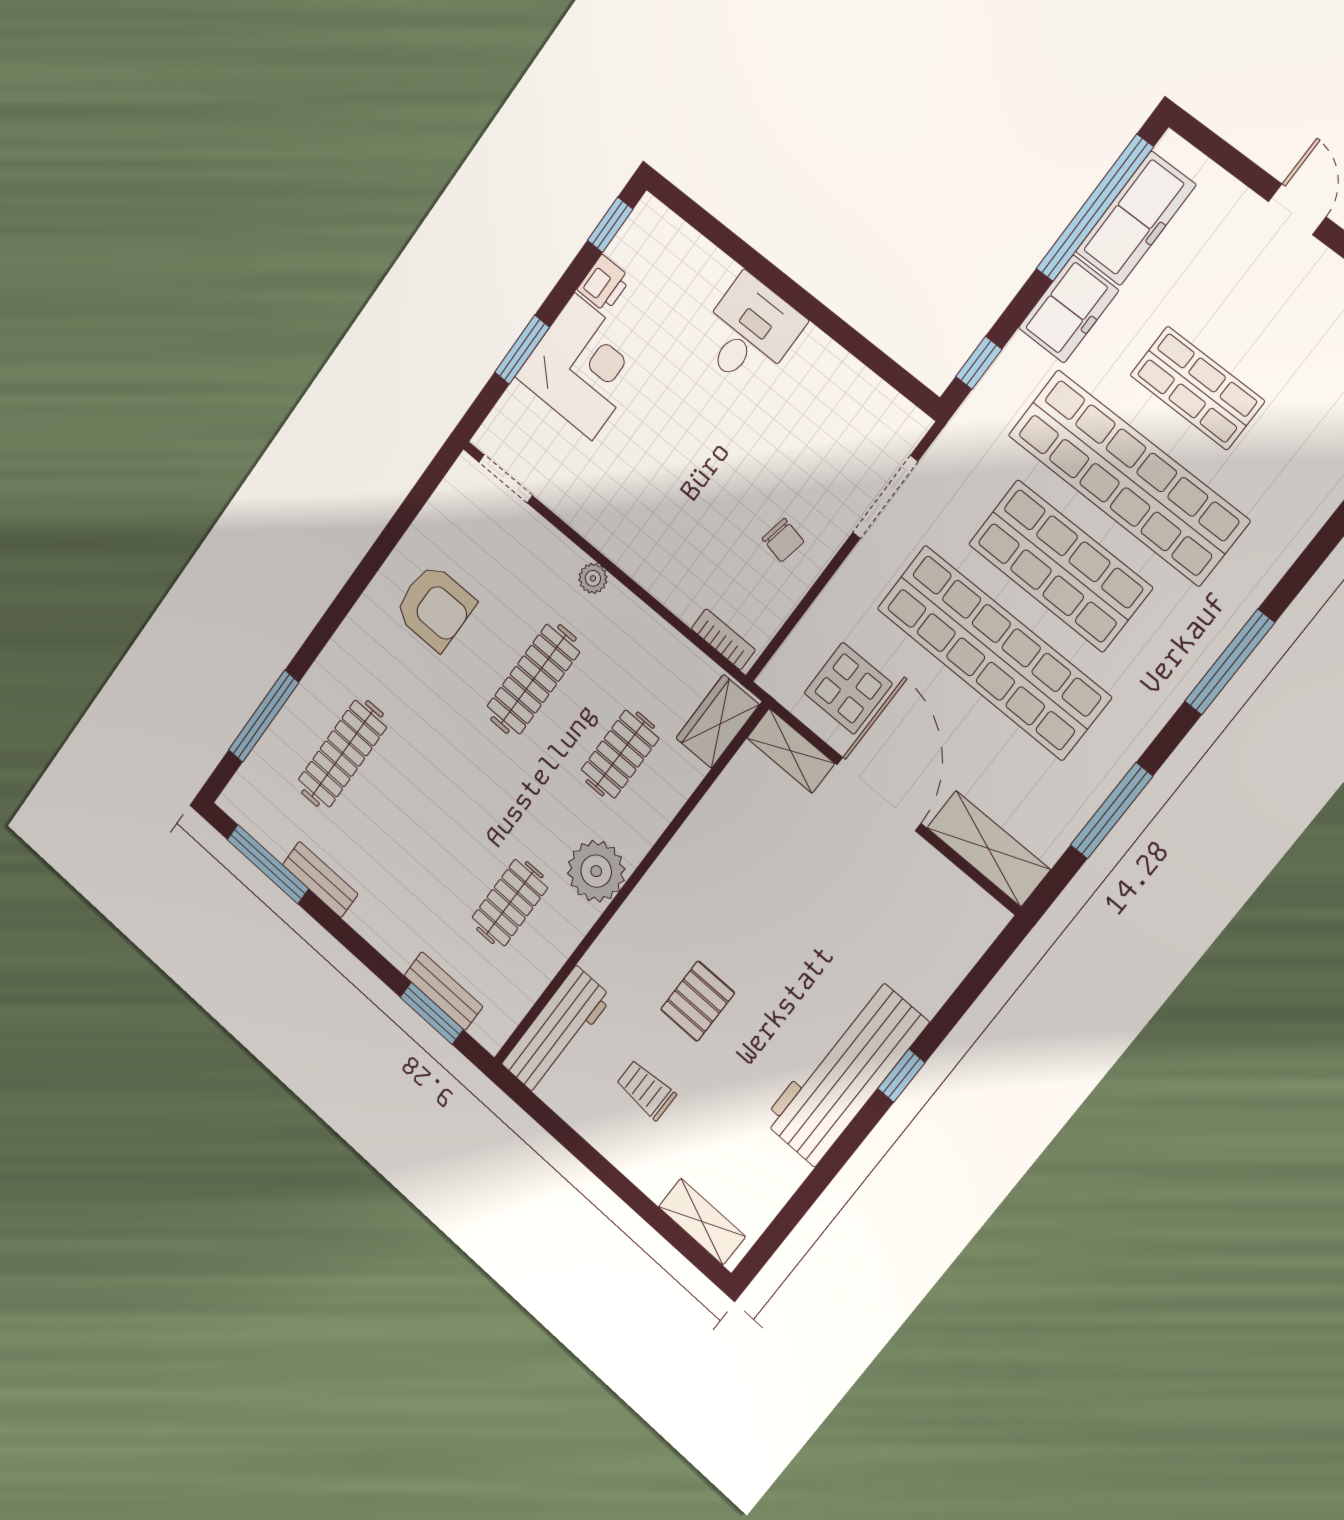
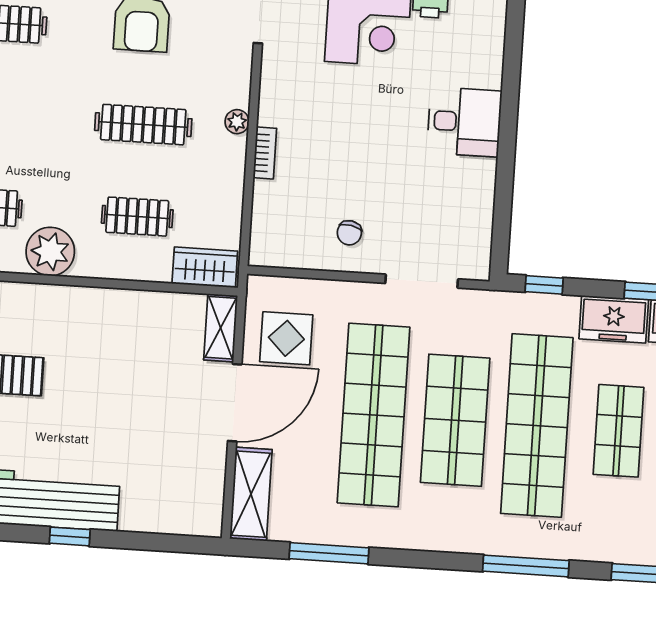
bookcase: (723, 639) -> (265, 153), moved
window: (1230, 662) -> (526, 566), moved

